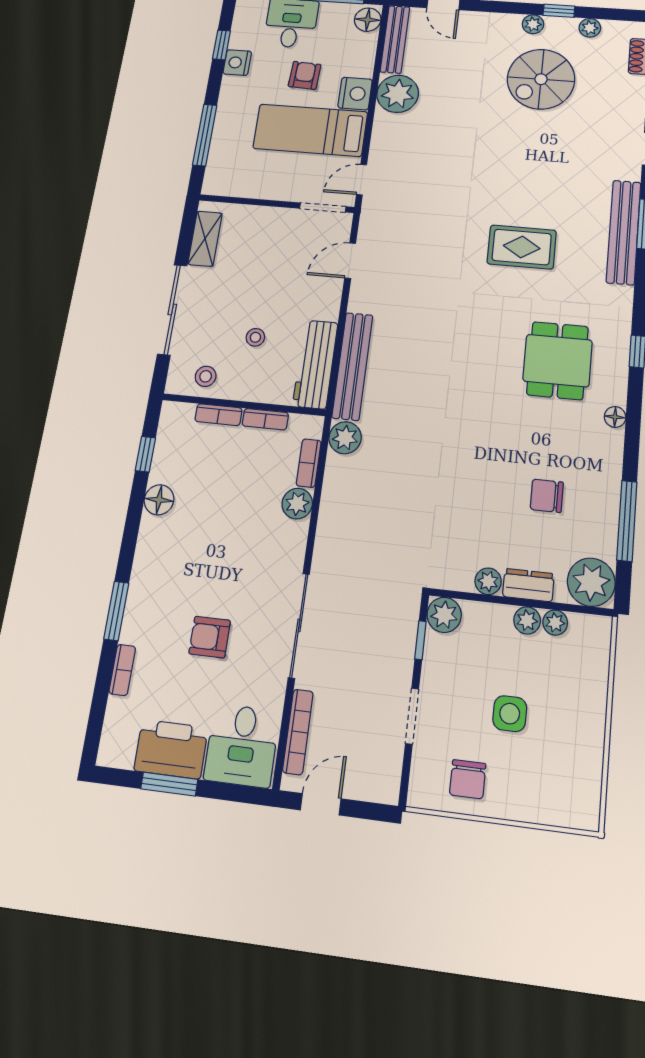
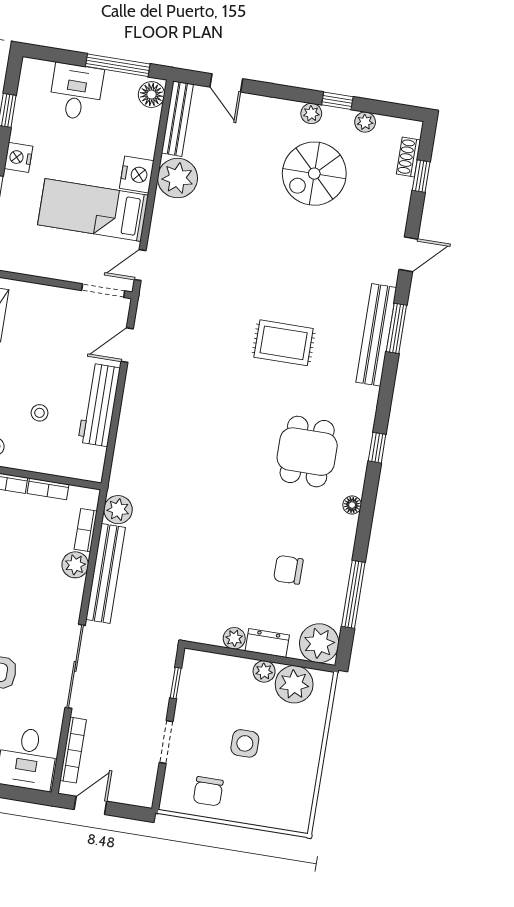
nightstand: (237, 63) -> (18, 157), moved
armchair: (305, 75) -> (88, 151), removed
workbench: (315, 364) -> (99, 405), moved
bench: (352, 366) -> (106, 573), moved
plant: (444, 615) -> (196, 664), removed
plant: (555, 623) -> (294, 684), width x1.88, depth x1.88

